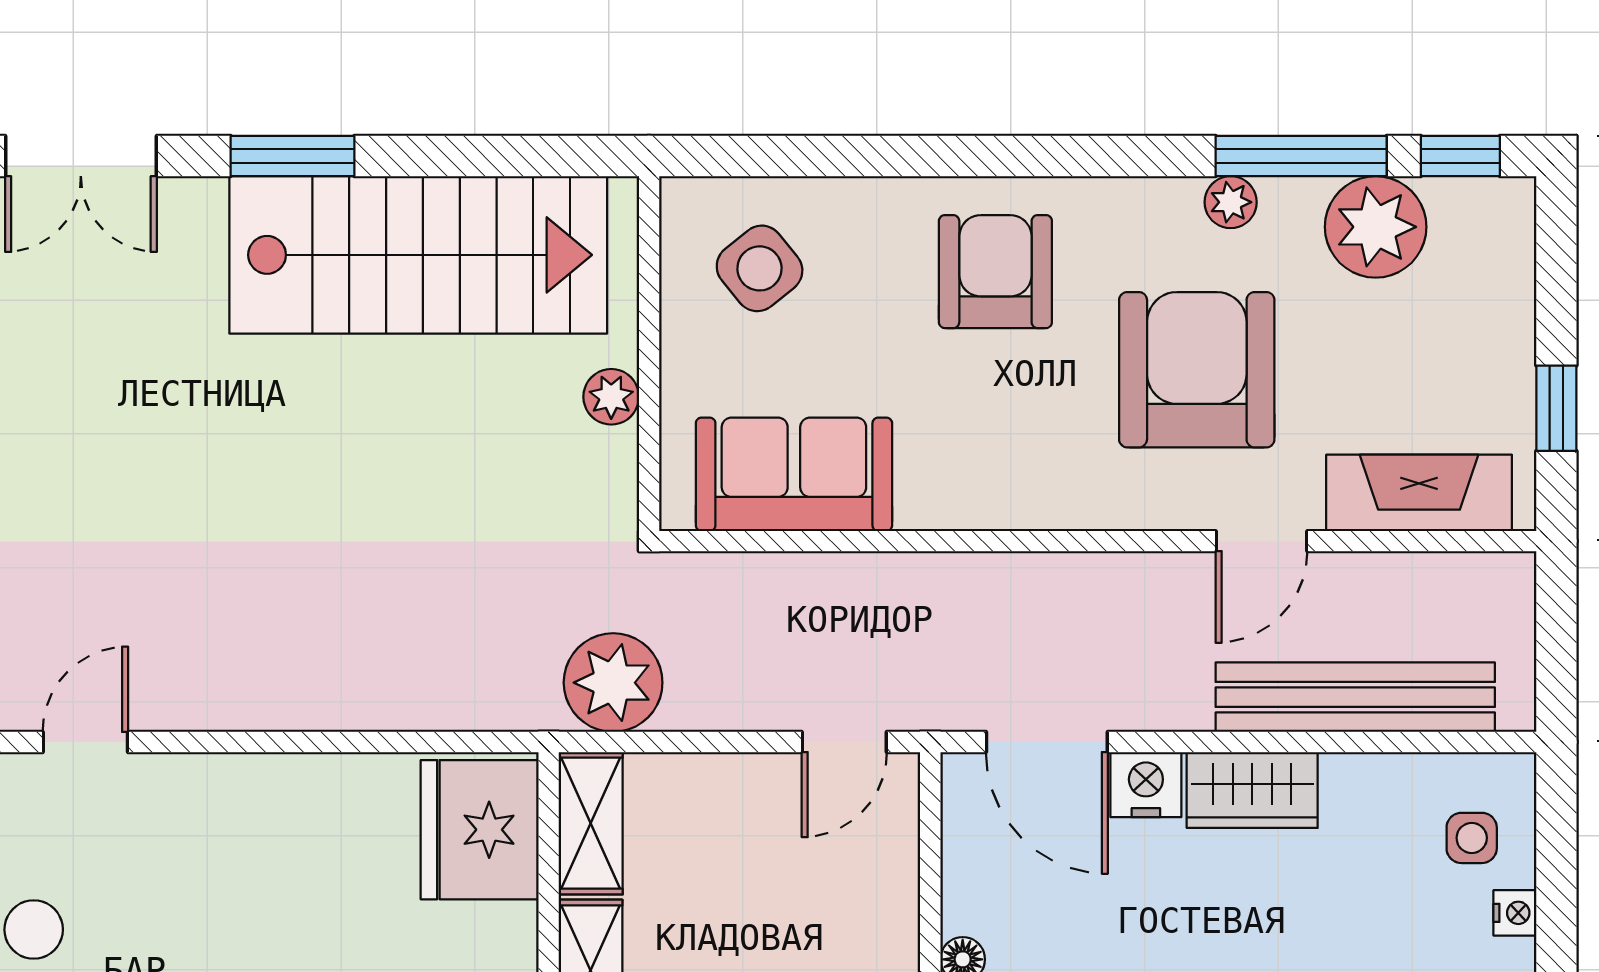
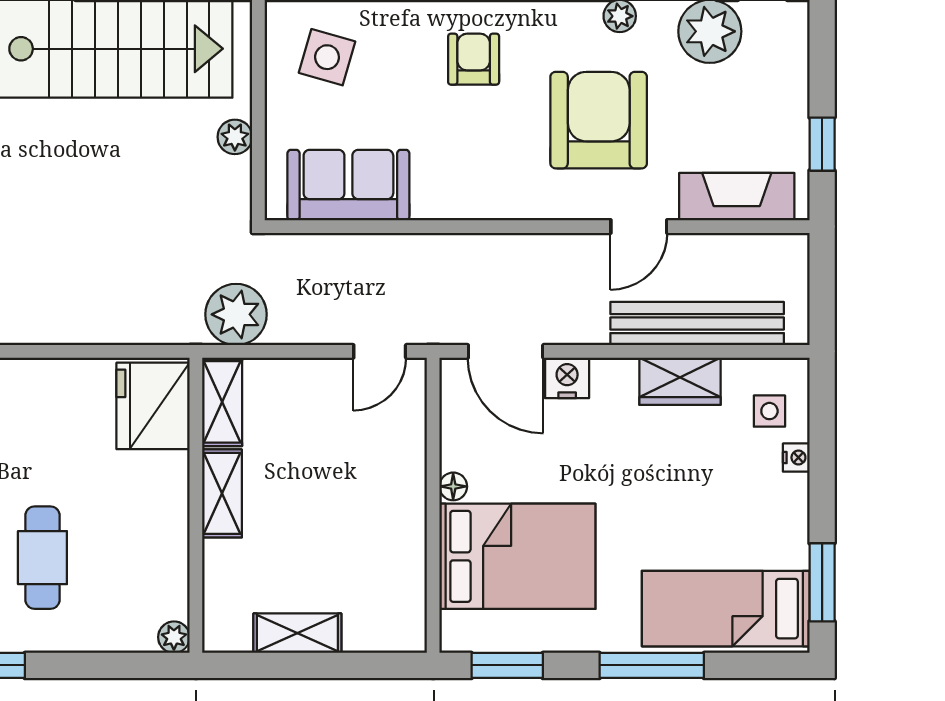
side table: (760, 268) -> (327, 57), turned -35
armchair: (995, 272) -> (474, 59), width x0.72, depth x0.72
wardrobe: (1252, 790) -> (680, 381), moved

